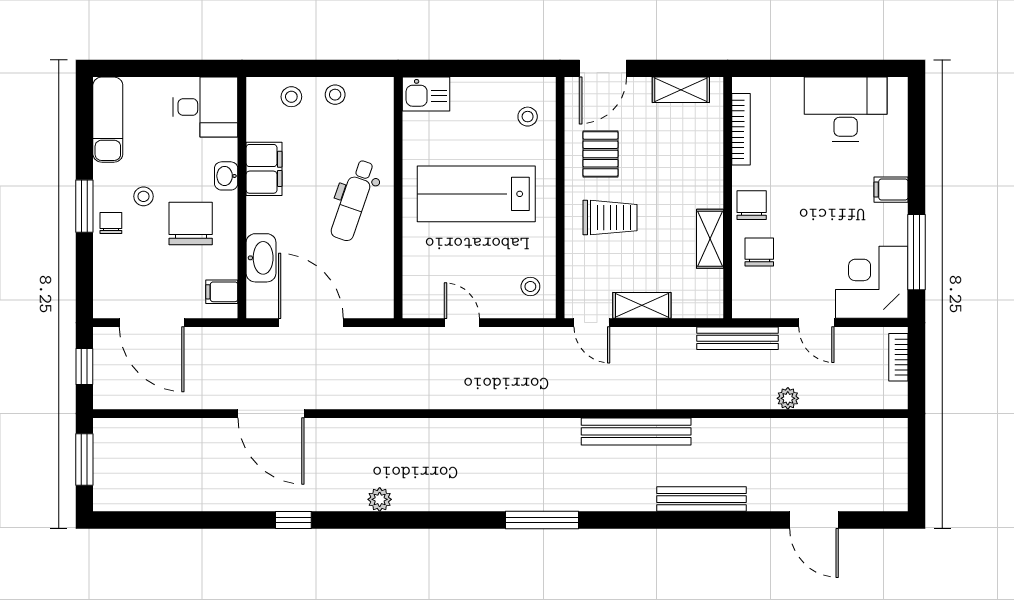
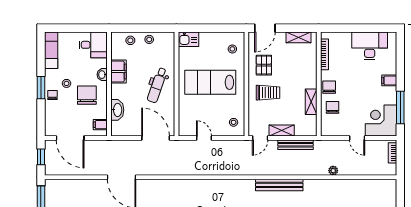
door: (311, 323) -> (156, 138), moved
door: (592, 323) -> (260, 138), hinge flipped
bench: (737, 338) -> (295, 145), moved
plant: (788, 398) -> (333, 171), moved

